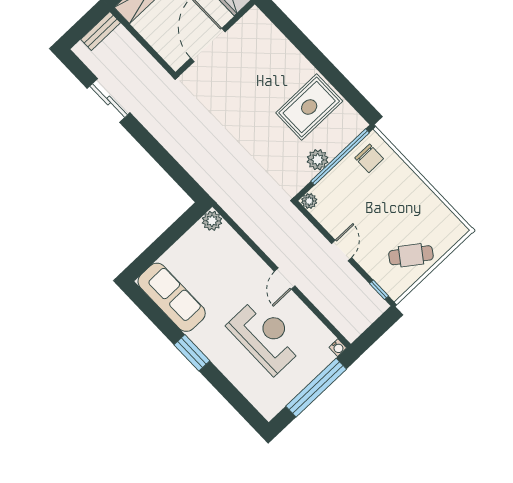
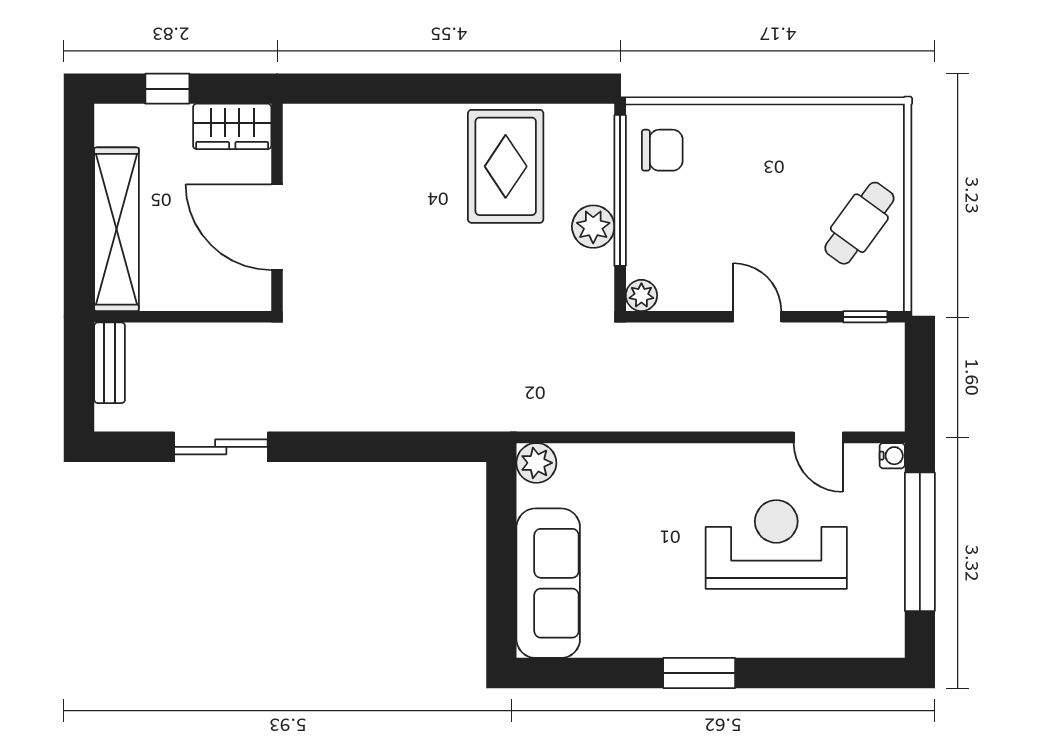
door: (285, 279) -> (818, 437), moved
sofa: (172, 297) -> (548, 583), moved, turned 90

